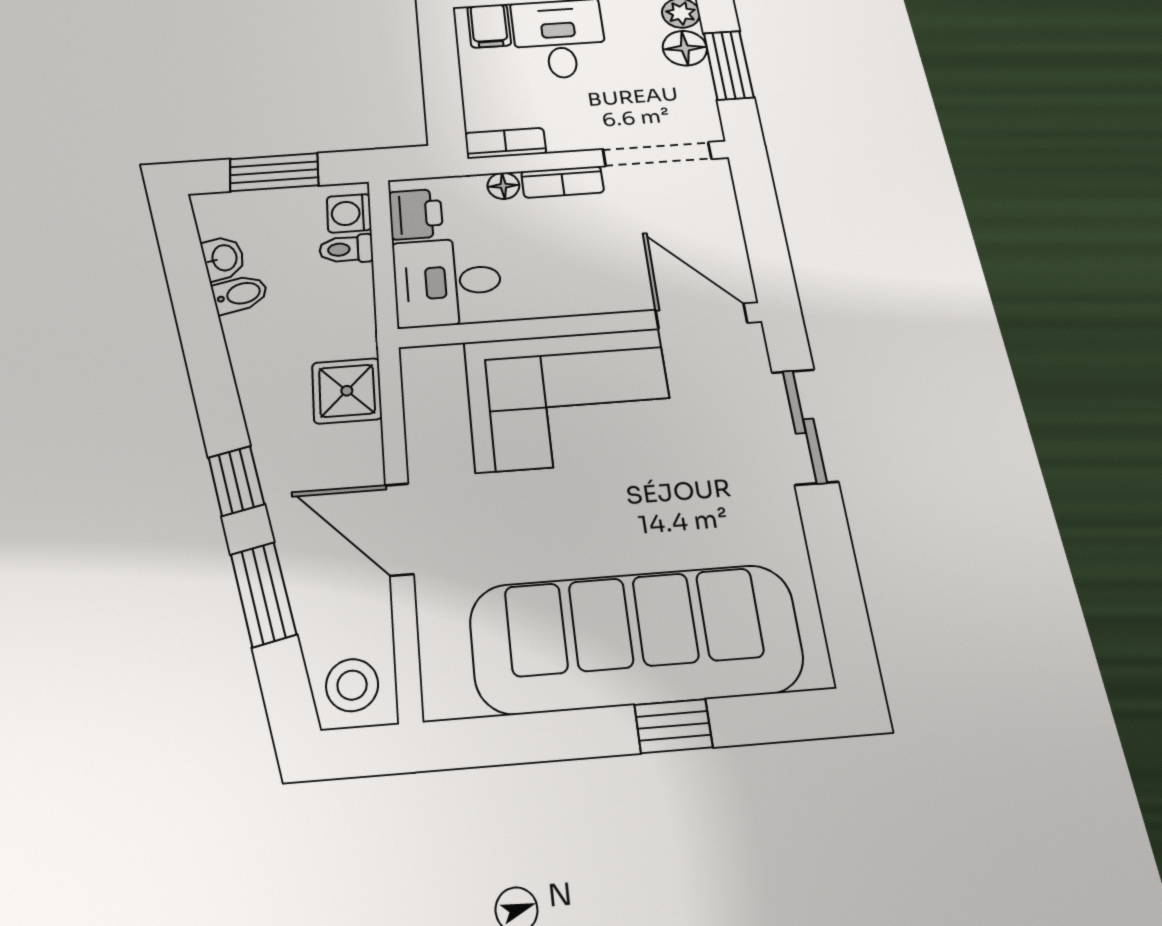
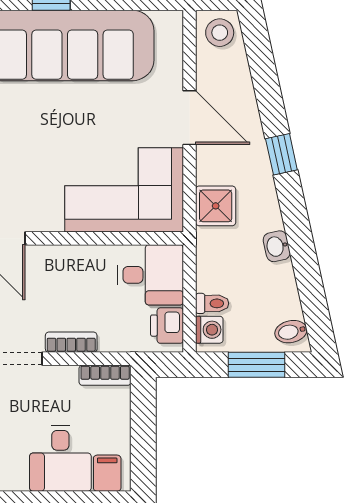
floor lamp: (503, 186) -> (109, 342), removed
washbasin: (223, 258) -> (277, 246), moved
bidet: (240, 294) -> (291, 332), moved
corner sofa: (569, 399) -> (124, 190), moved
window: (263, 594) -> (267, 86), removed

